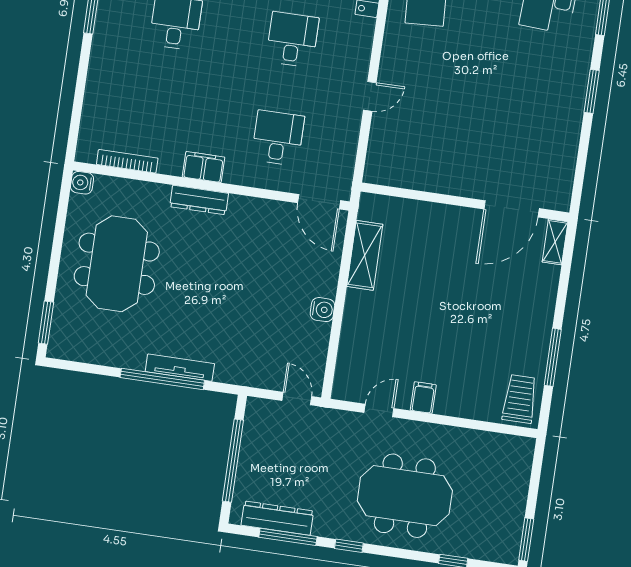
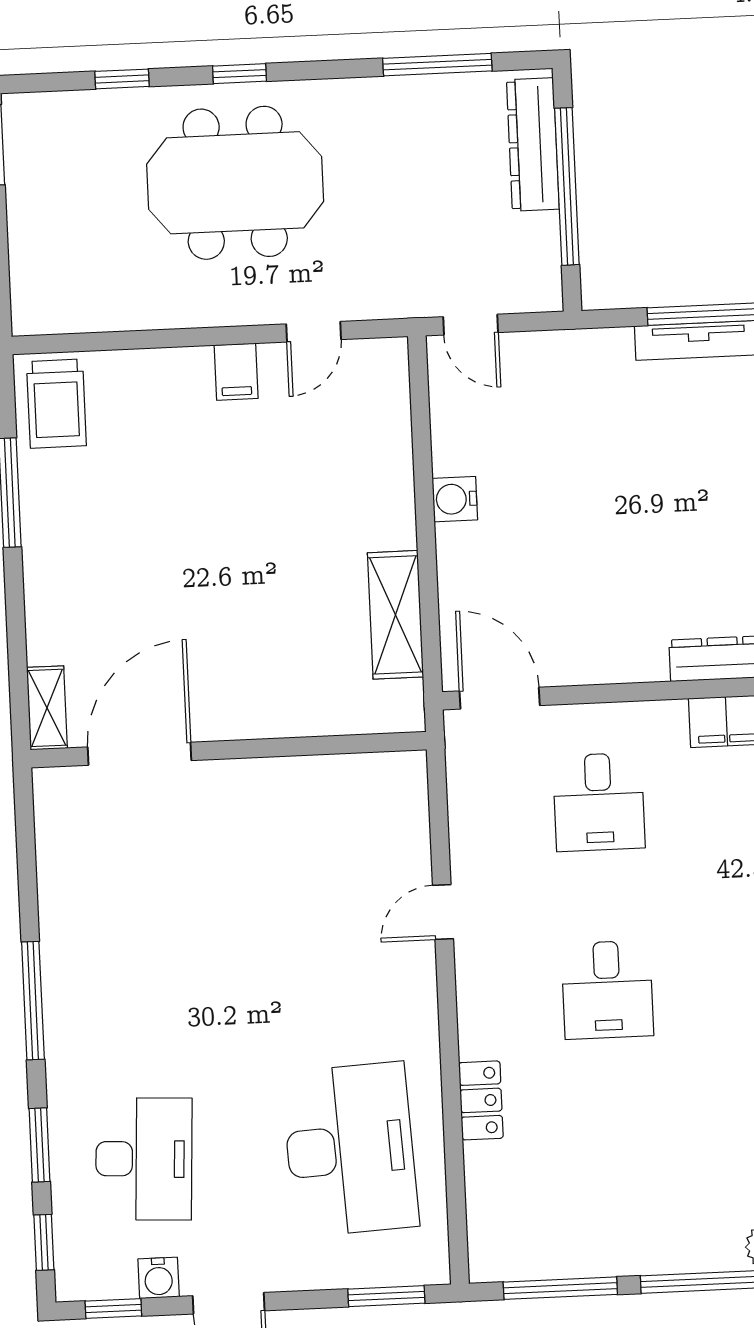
window: (592, 91) -> (33, 1001), width x1.44
dresser: (277, 518) -> (533, 144), moved, turned 90
window: (349, 546) -> (240, 74), moved

